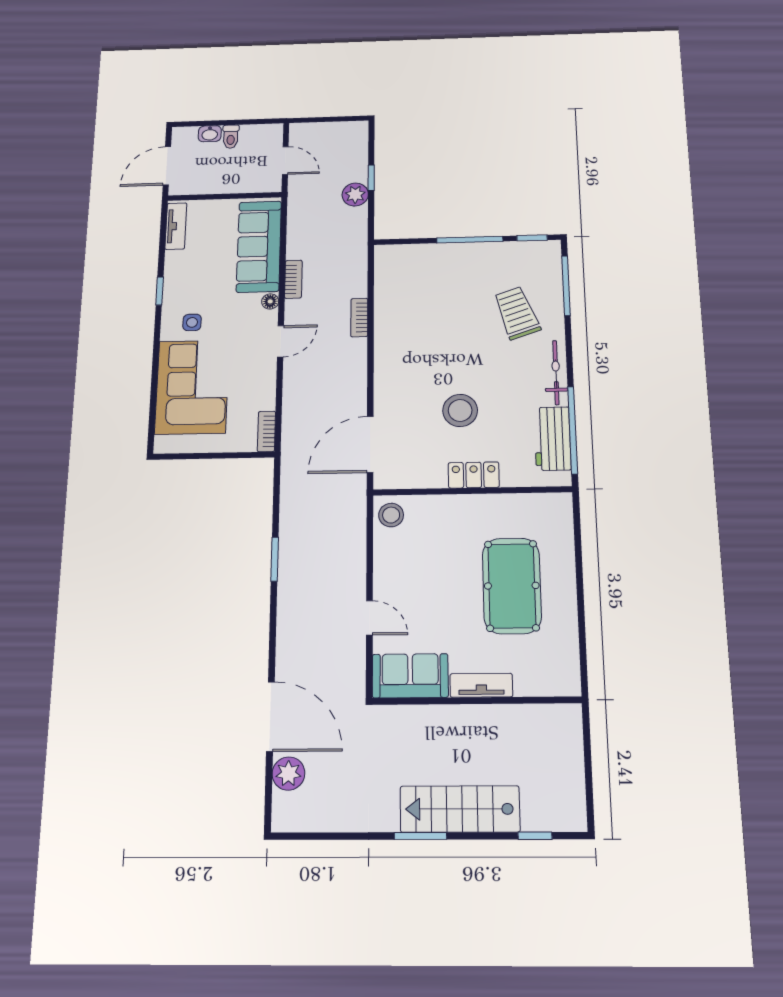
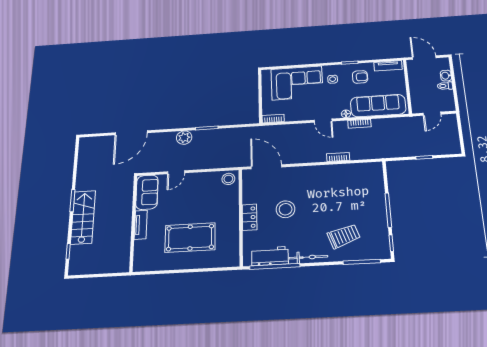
plant: (355, 195) -> (413, 150), removed
armchair: (194, 274) -> (360, 77), added
plant: (288, 774) -> (184, 138), moved

